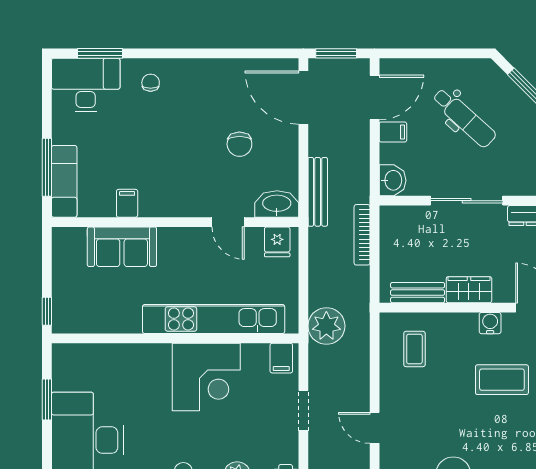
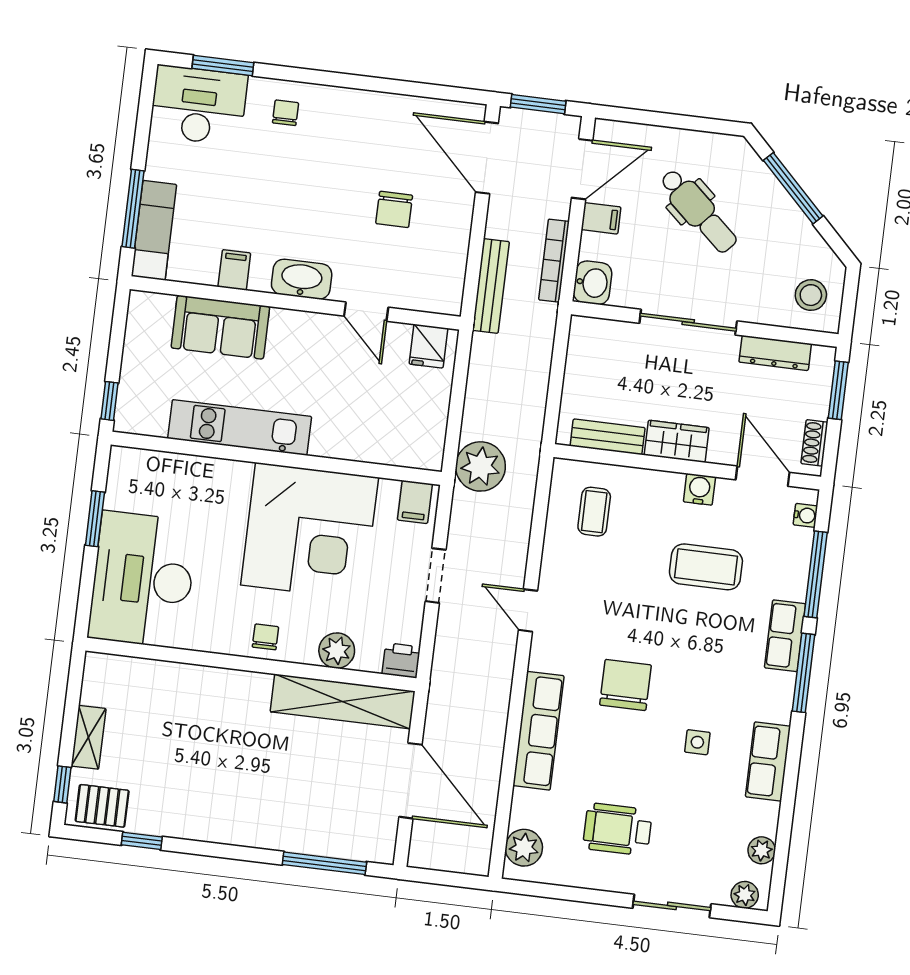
washbasin: (277, 204) -> (302, 279), moved
bookcase: (362, 235) -> (554, 261), moved
kitchen unit: (214, 319) -> (240, 427), moved, width x0.73
corner desk: (206, 377) -> (310, 531), width x1.36, depth x1.36

